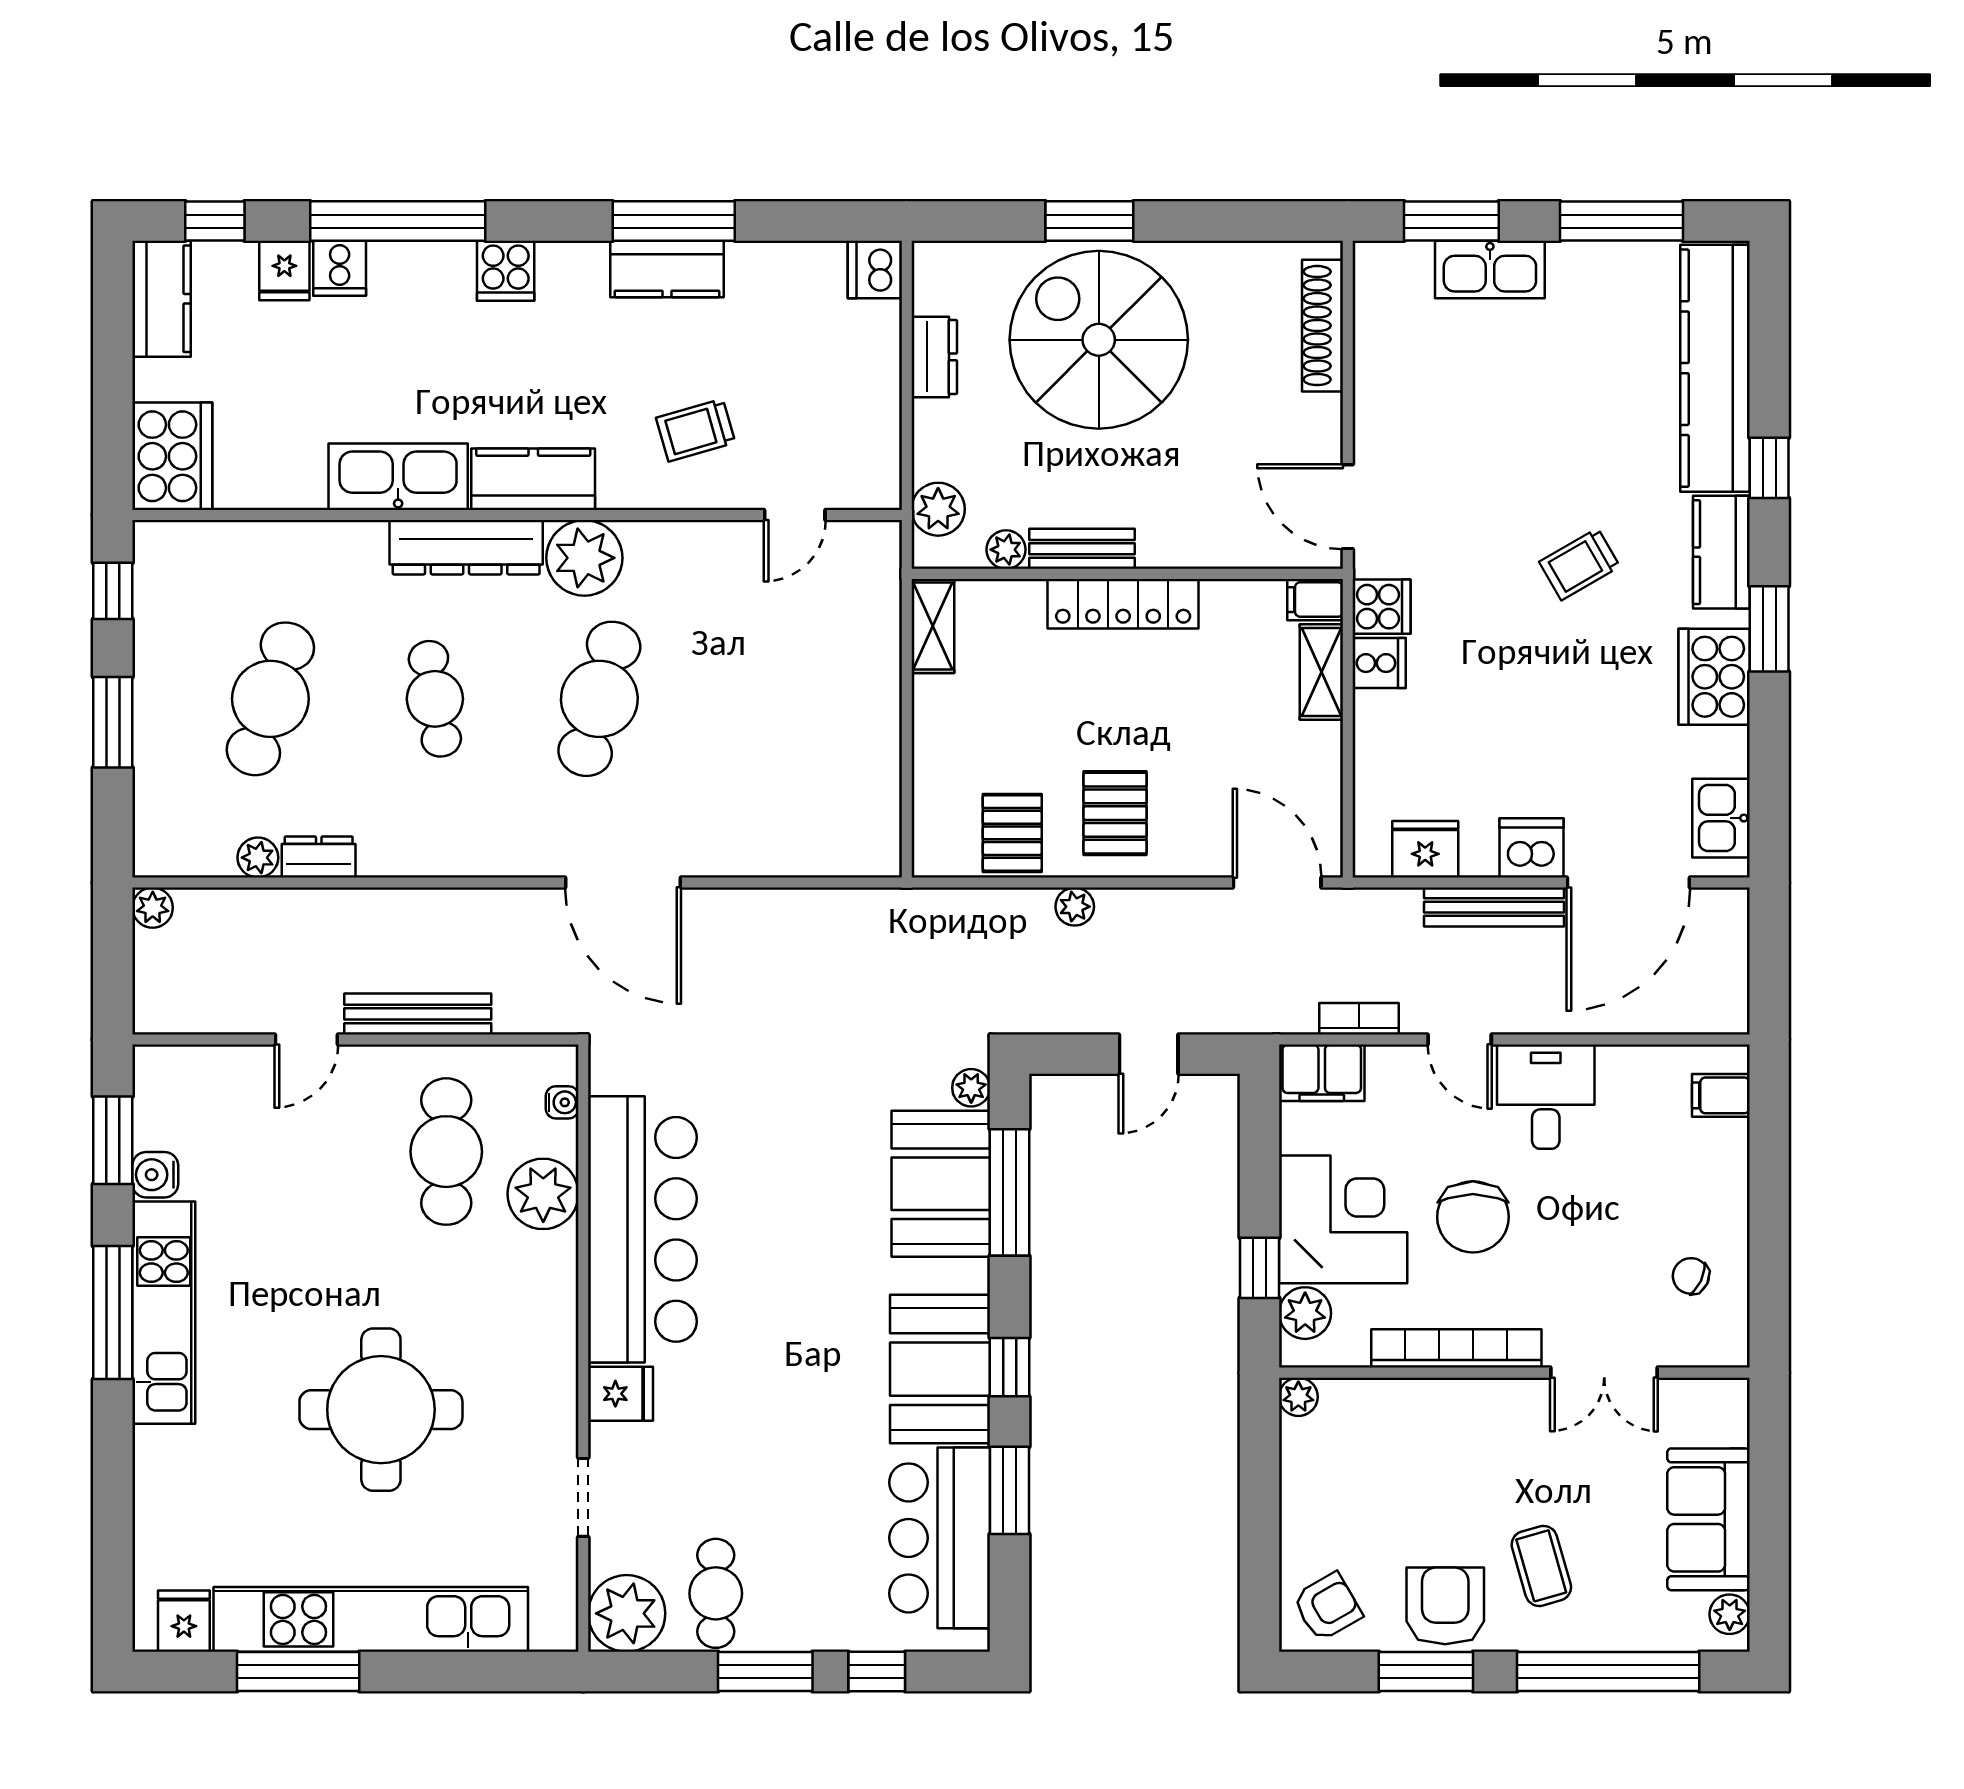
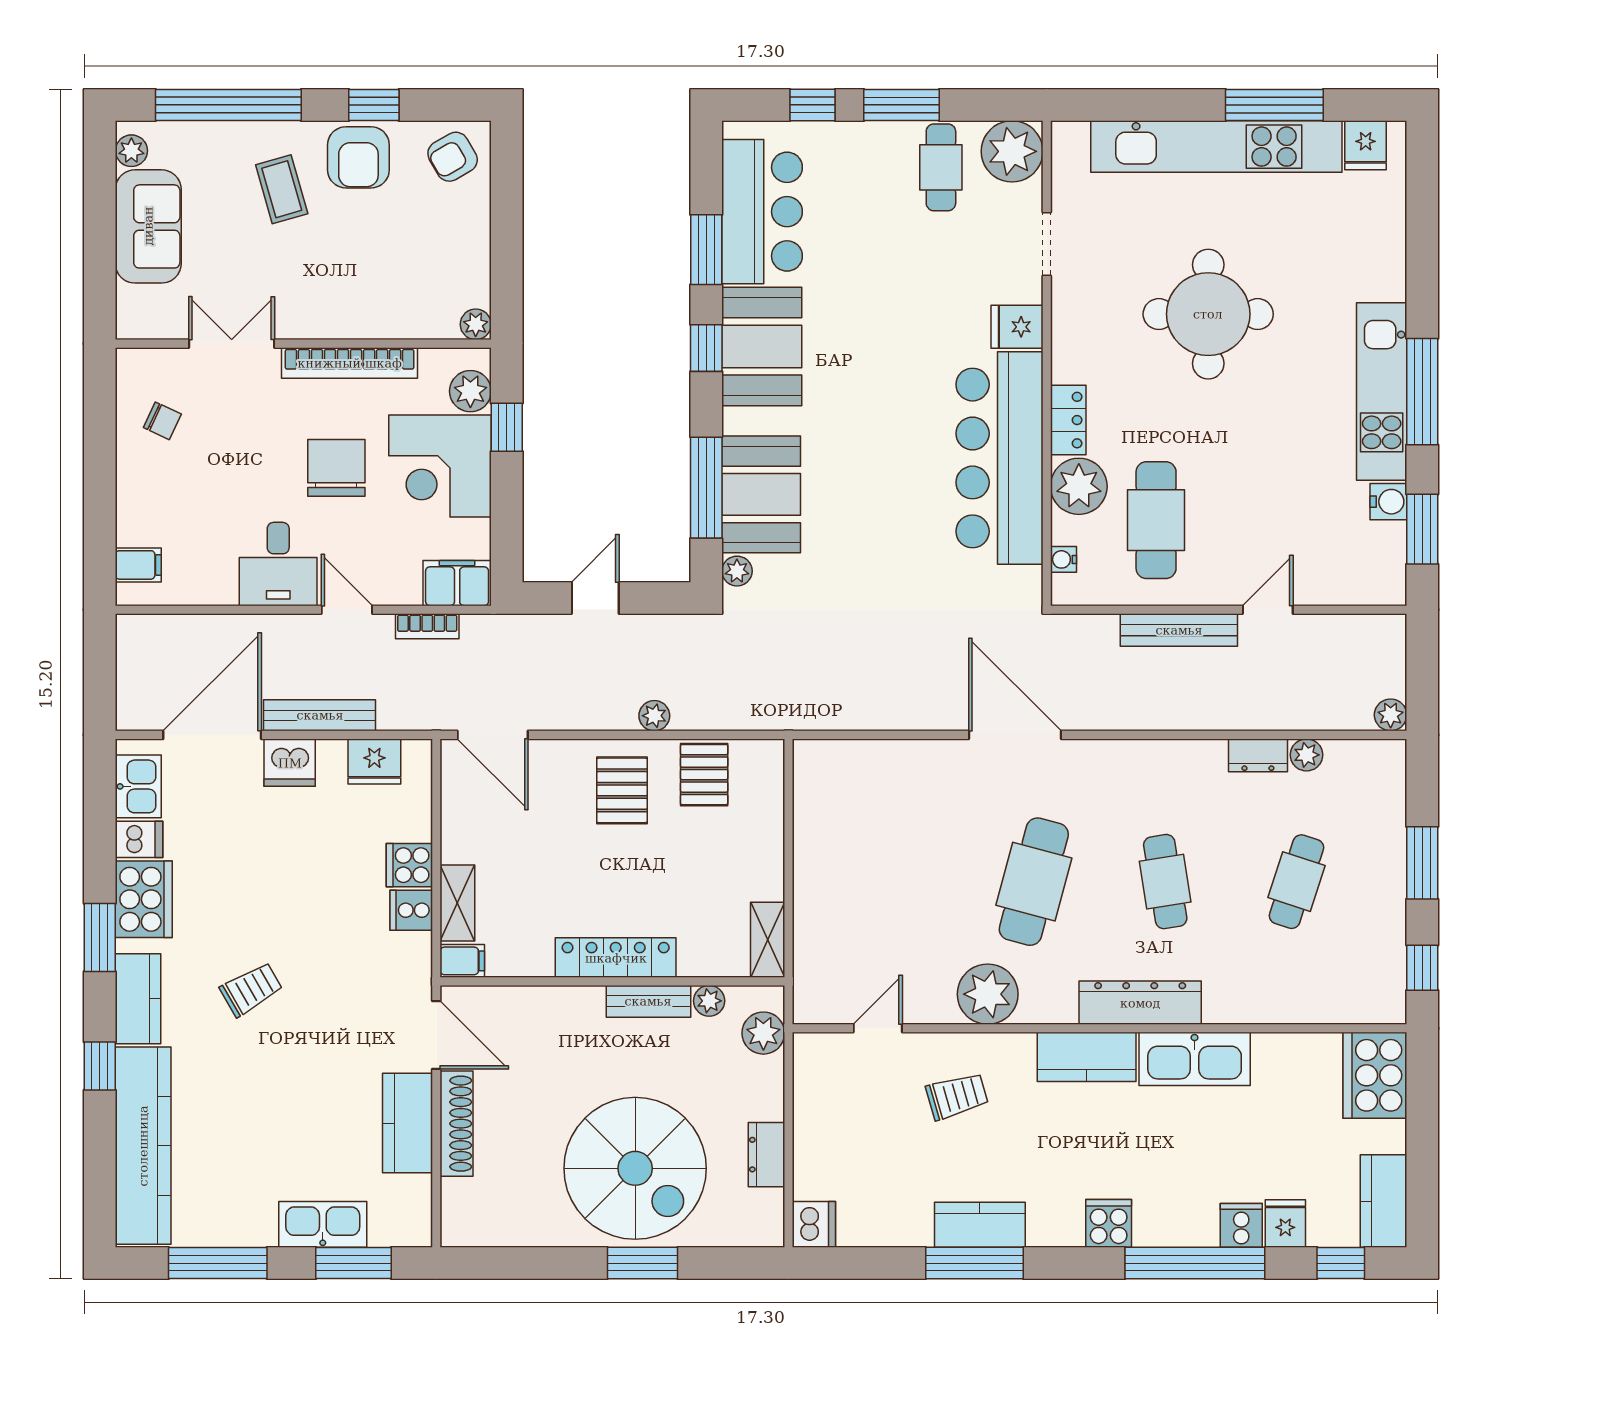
shoe rack: (1322, 326) -> (456, 1124), moved
kitchen counter: (1384, 396) -> (407, 1123), added
plant: (584, 558) -> (988, 994), moved
cooker: (1381, 607) -> (409, 865), moved
cafe table: (270, 699) -> (1296, 882), width x0.73, depth x0.74
dishwasher: (1720, 752) -> (139, 839), added
locker: (556, 1277) -> (1068, 420), added
window: (1426, 1672) -> (374, 105), width x0.67

